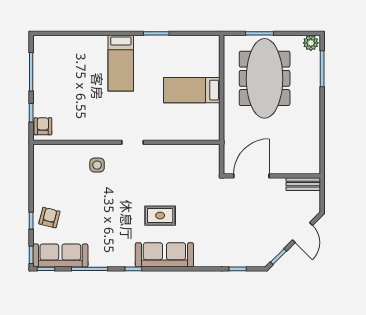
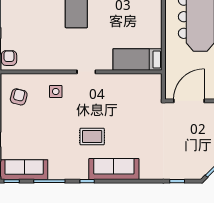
bed: (192, 90) -> (137, 59), moved
rug: (160, 216) -> (92, 136), moved
armchair: (49, 218) -> (19, 97), moved

